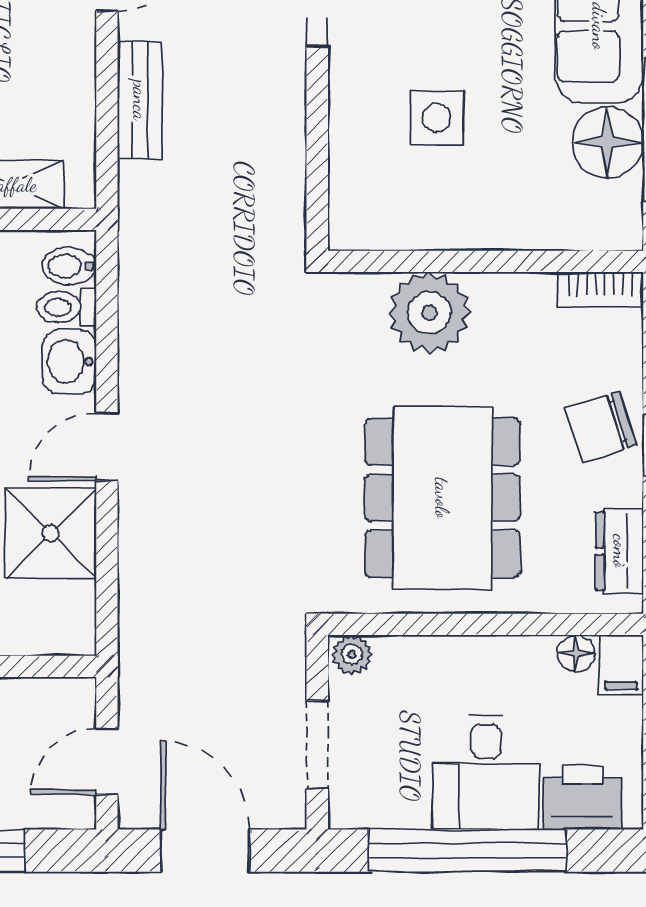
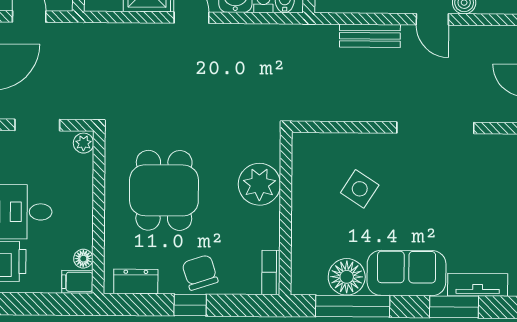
side table: (437, 118) -> (360, 189), turned 33
dining table: (442, 498) -> (164, 190), width x0.73

